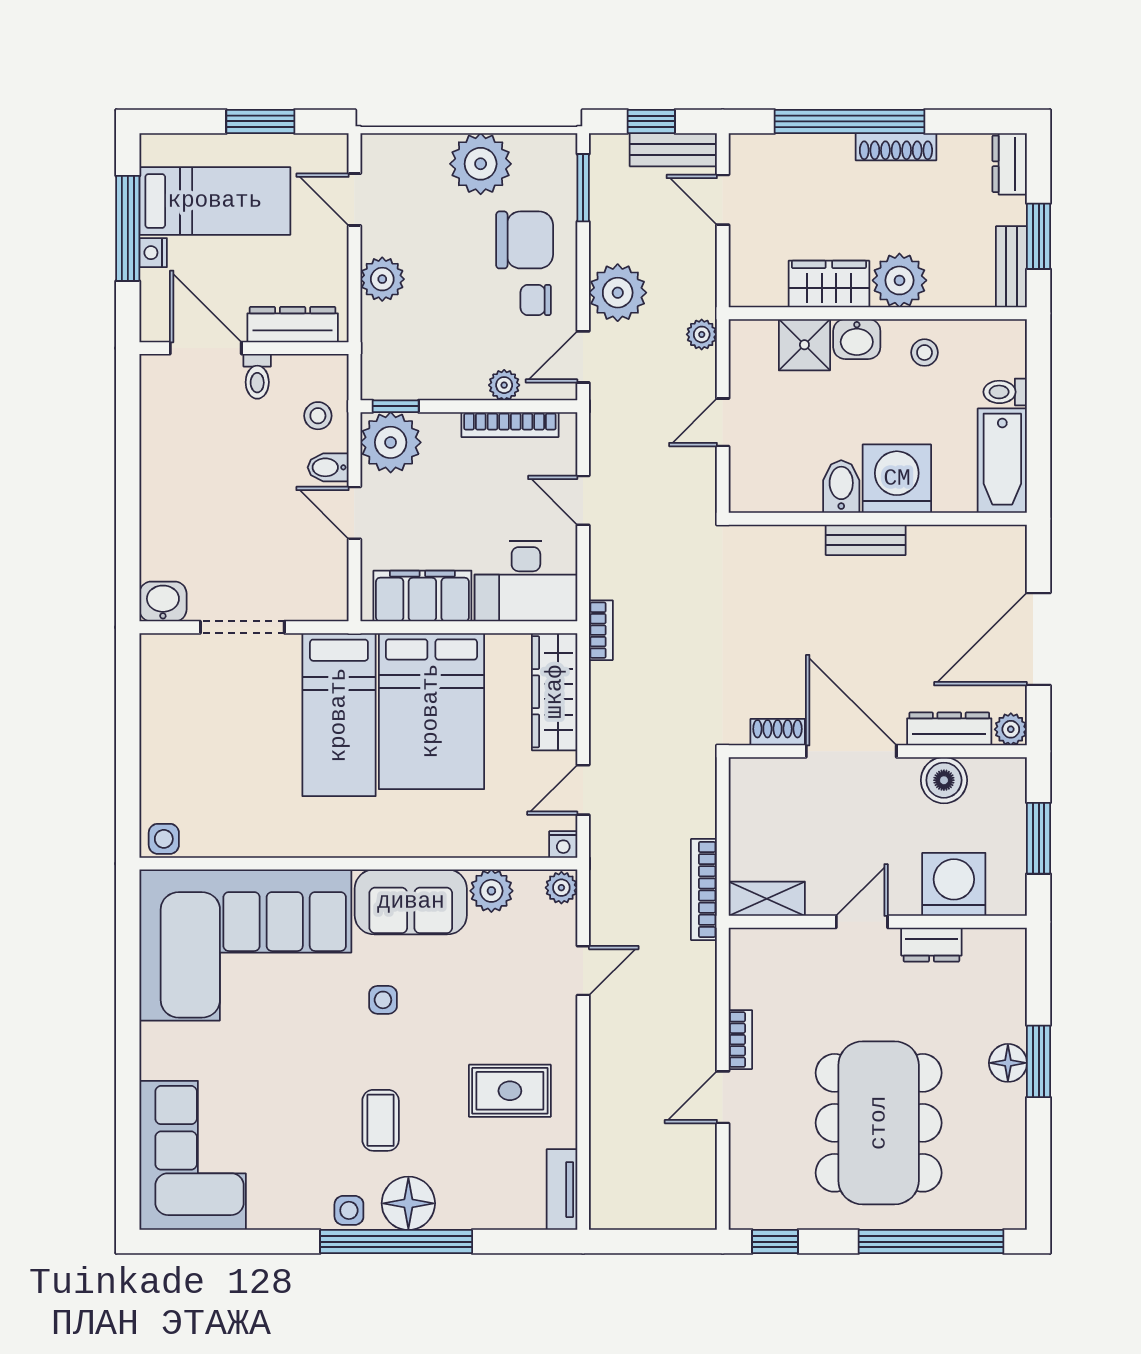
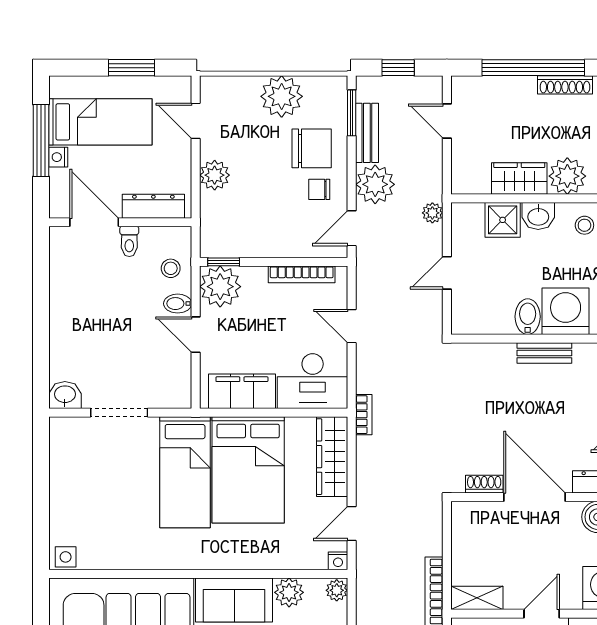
bench: (673, 150) -> (367, 133), moved, turned 90
plant: (504, 385) -> (298, 247), removed

